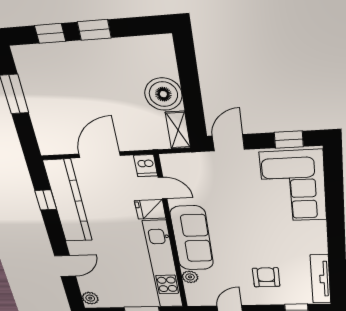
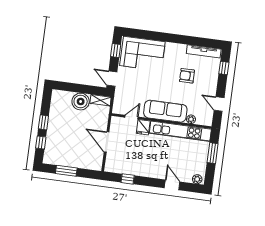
dishwasher: (146, 166) -> (117, 121), removed
kitchen counter: (68, 201) -> (131, 168), removed
armchair: (266, 277) -> (187, 76), moved

